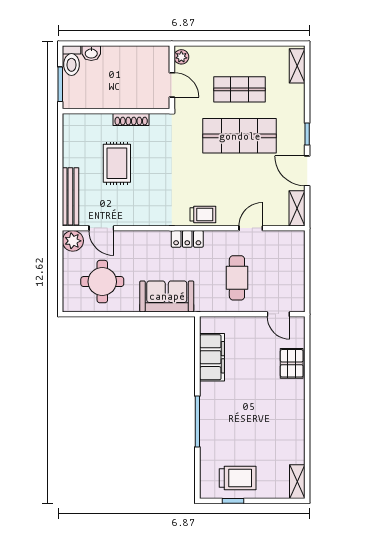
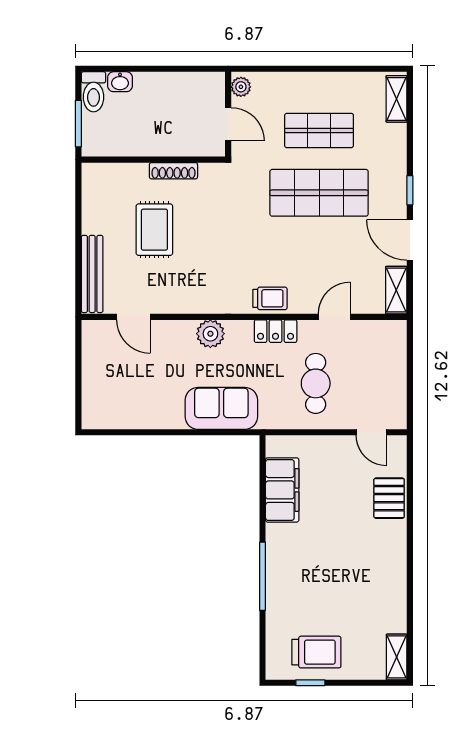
locker: (187, 239) -> (276, 331), moved
plant: (73, 241) -> (210, 334), moved
round table: (102, 282) -> (135, 388), removed

